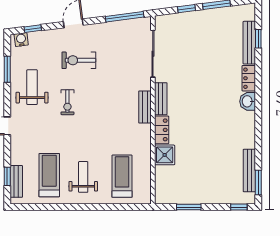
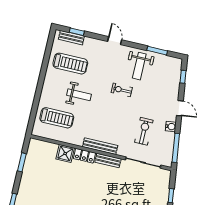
water cooler: (21, 40) -> (171, 127), moved
exercise bike: (79, 60) -> (144, 131), moved
weight bench: (32, 87) -> (139, 66), turned 90
bench: (145, 107) -> (100, 146), width x1.36
weight bench: (83, 177) -> (79, 95), moved

